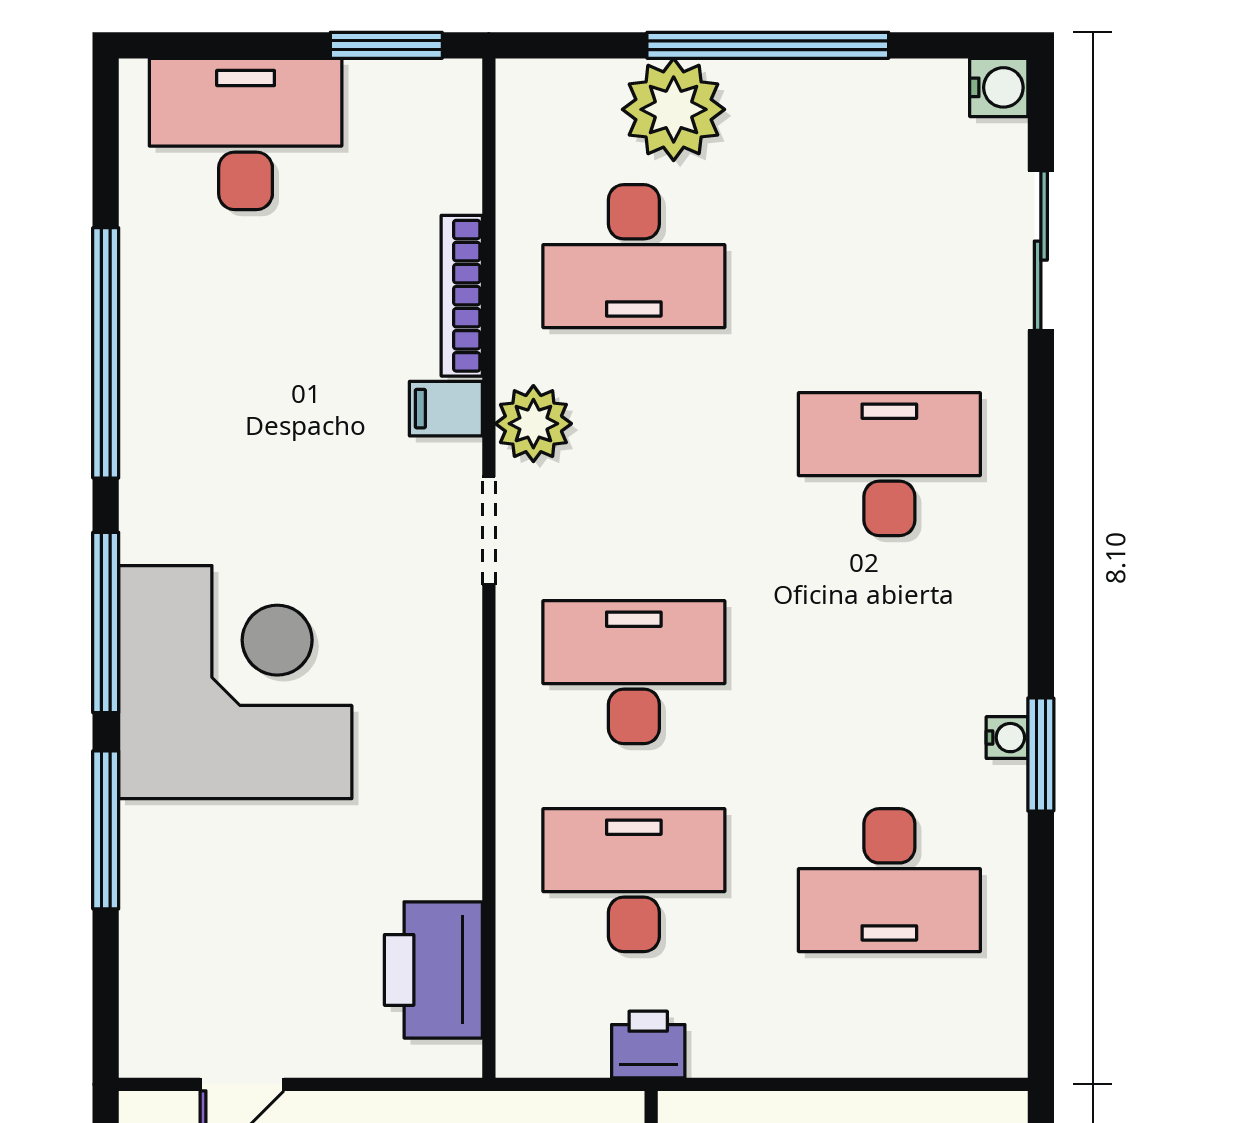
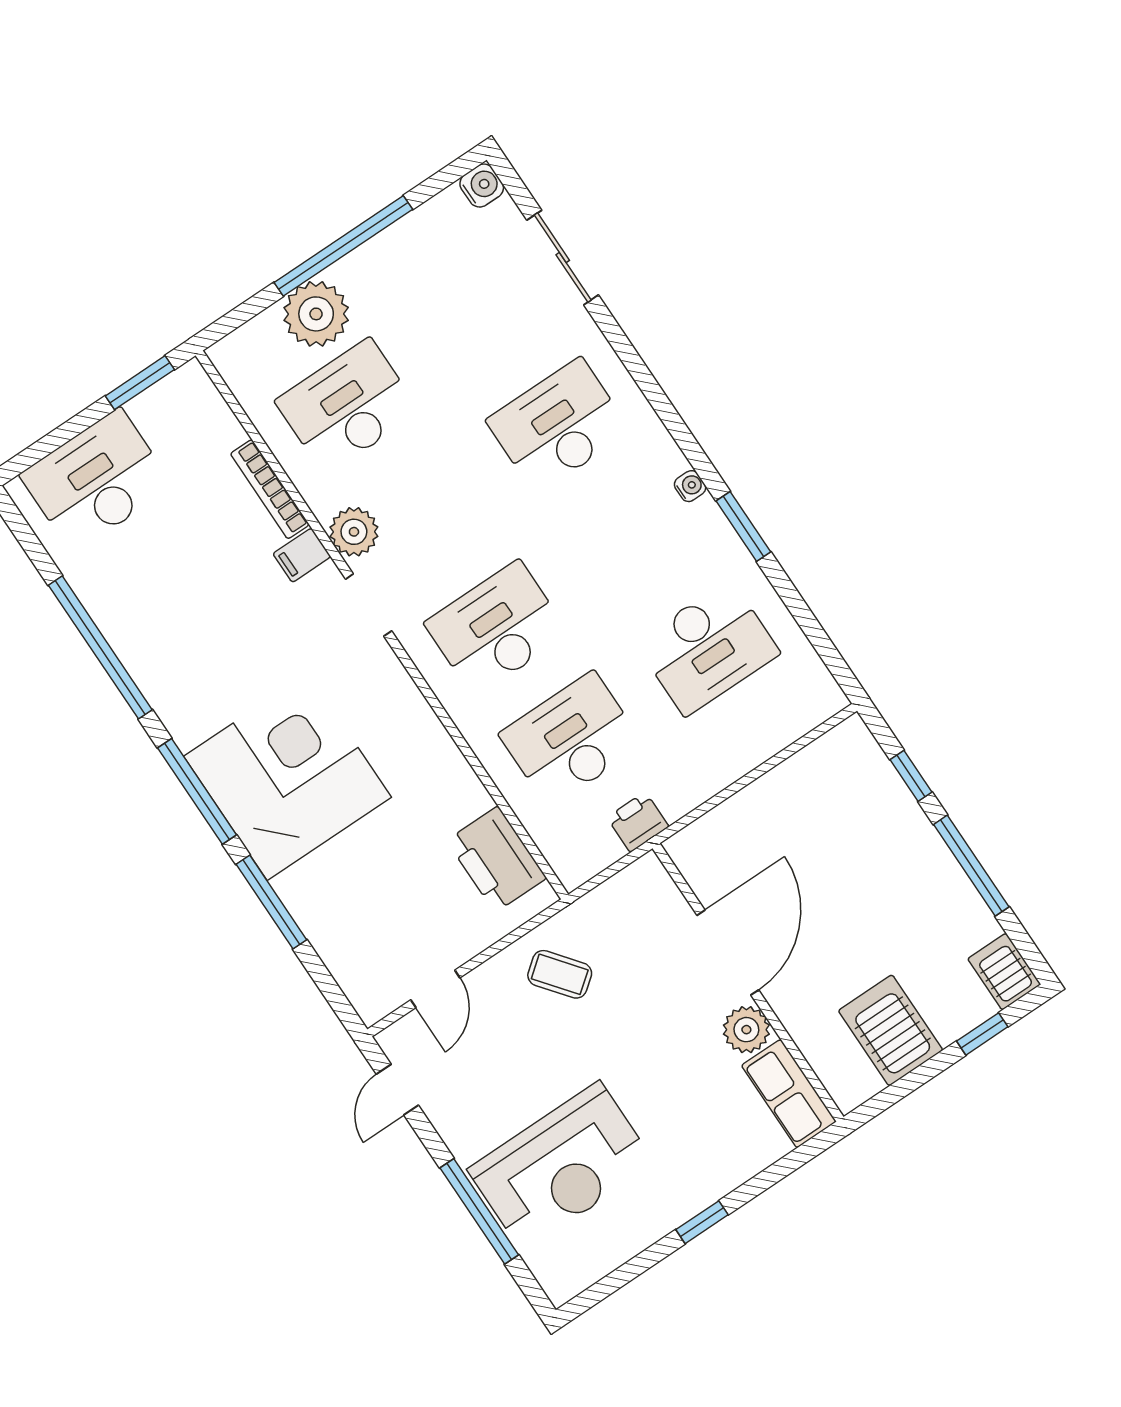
desk: (634, 256) -> (347, 406), turned 180
water cooler: (1007, 738) -> (690, 486), moved

